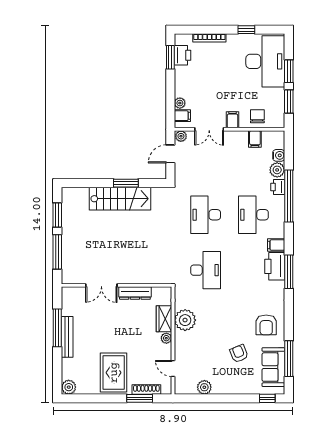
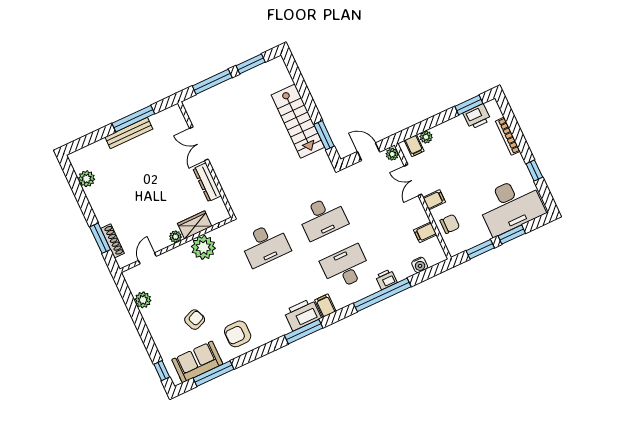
plant: (277, 170) -> (404, 270), removed
window: (126, 183) -> (324, 135), moved
desk: (206, 215) -> (323, 218), turned 180
rug: (114, 373) -> (114, 199), removed
plant: (69, 387) -> (87, 179), moved

